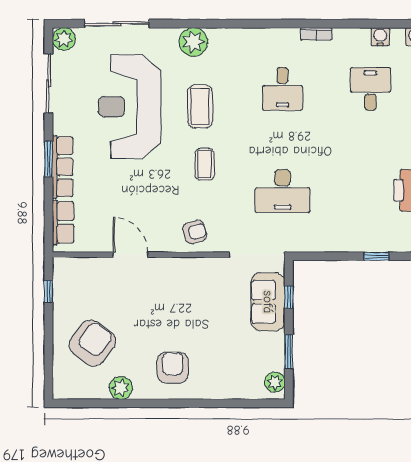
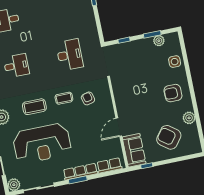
armchair: (195, 232) -> (88, 98), moved
sofa: (268, 302) -> (134, 150), moved, turned -90
side table: (230, 382) -> (175, 62), added
plant: (275, 382) -> (159, 41), moved

